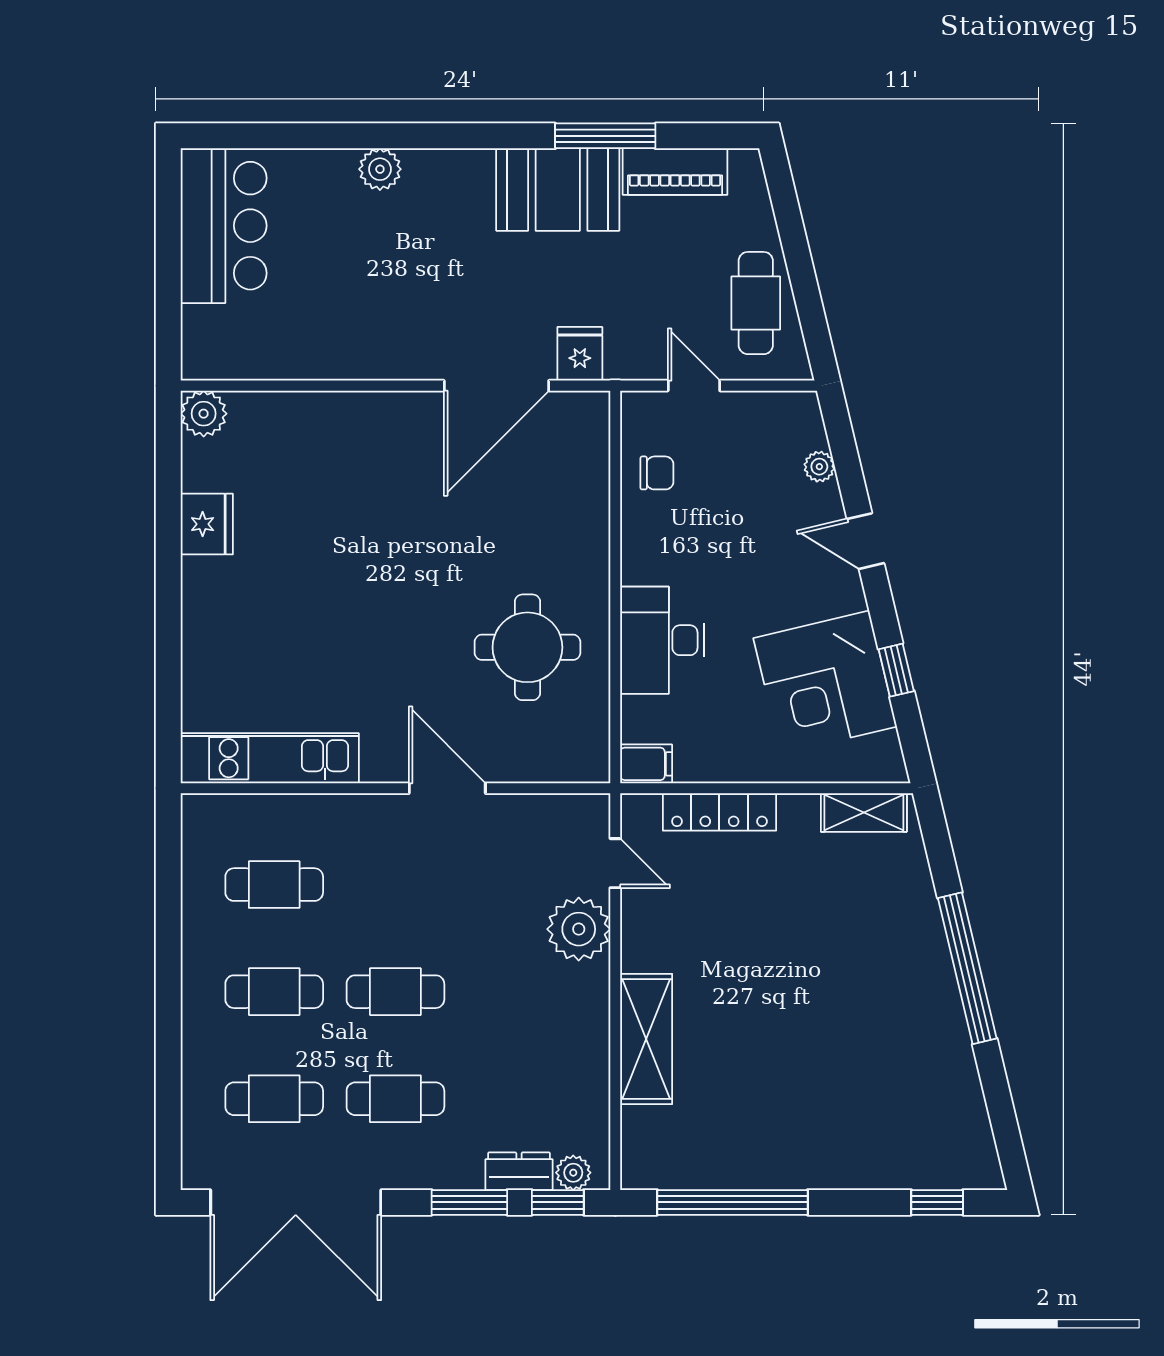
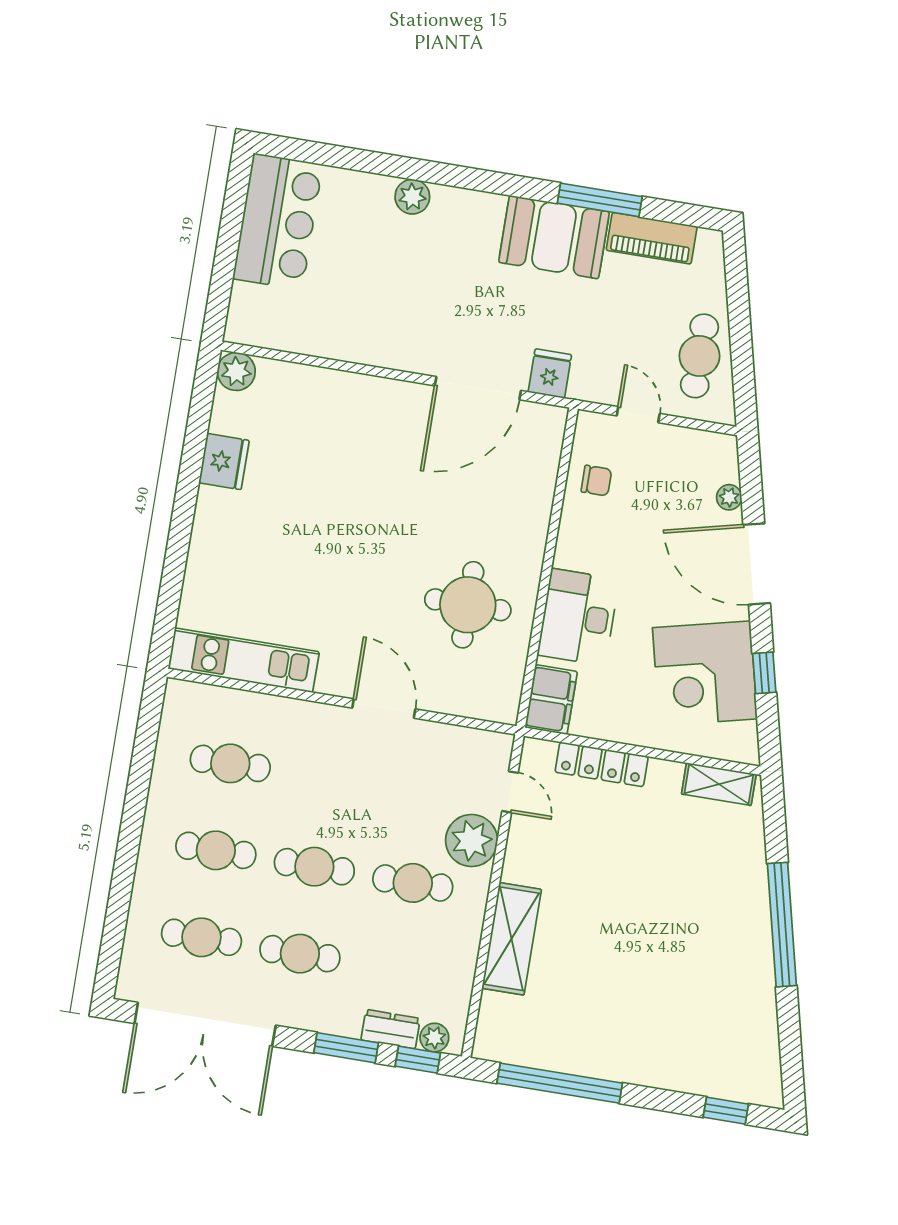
door: (865, 541) -> (757, 564), width x1.88
filing cabinet: (646, 764) -> (551, 700), width x2.00
cafe table: (517, 992) -> (413, 883), added

